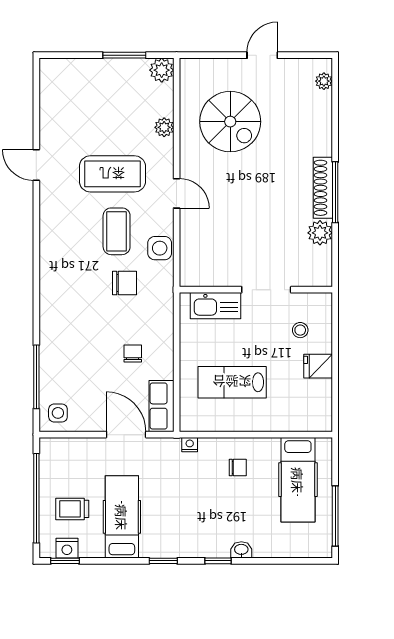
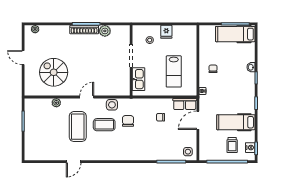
plant: (162, 70) -> (30, 104), removed
spiral stairs: (230, 122) -> (54, 72), turned -90
hospital bed: (298, 480) -> (235, 34), moved, turned 180

